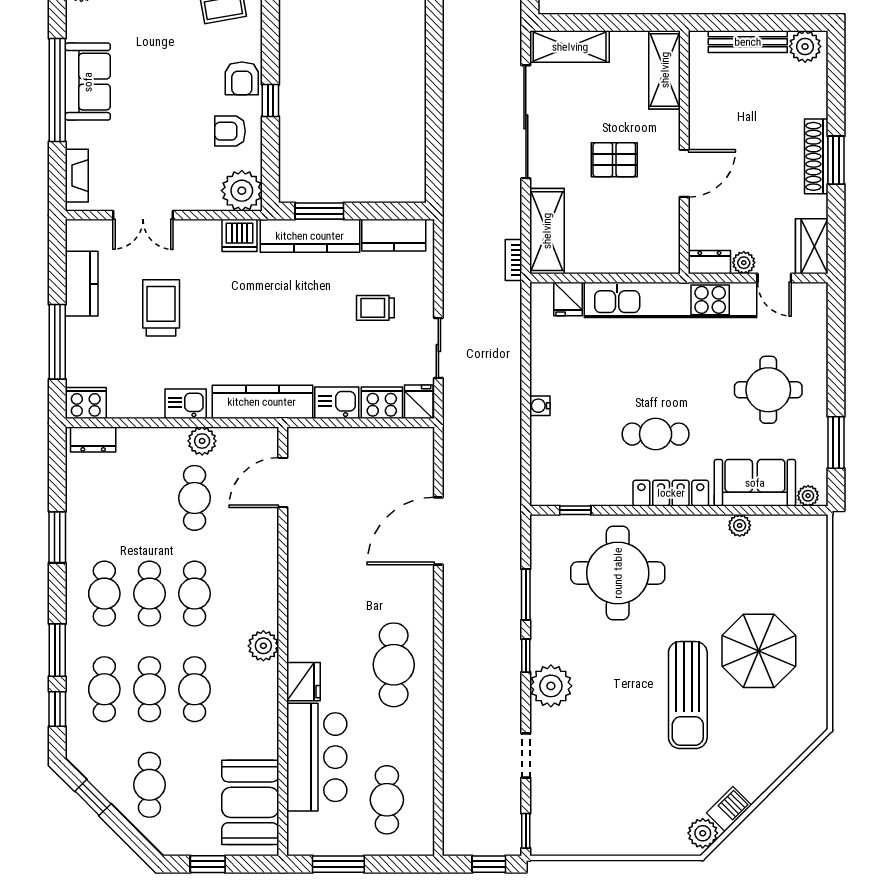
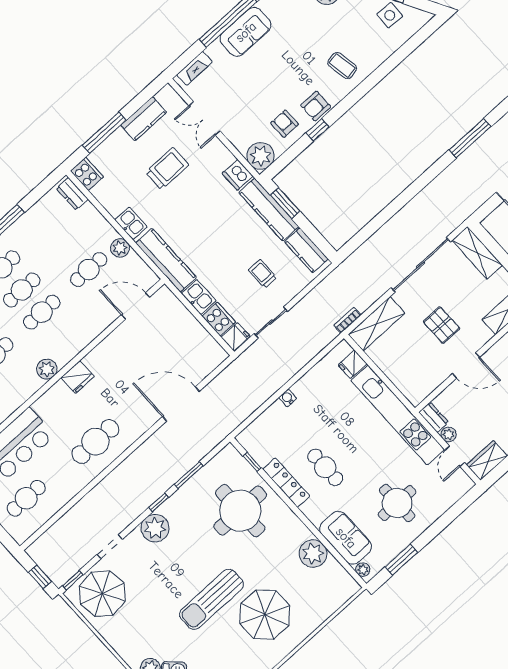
locker: (671, 493) -> (286, 483), moved
plant: (740, 525) -> (313, 554), width x1.87, depth x1.87
fridge: (303, 682) -> (78, 377), moved
parasol: (571, 811) -> (102, 594), added

